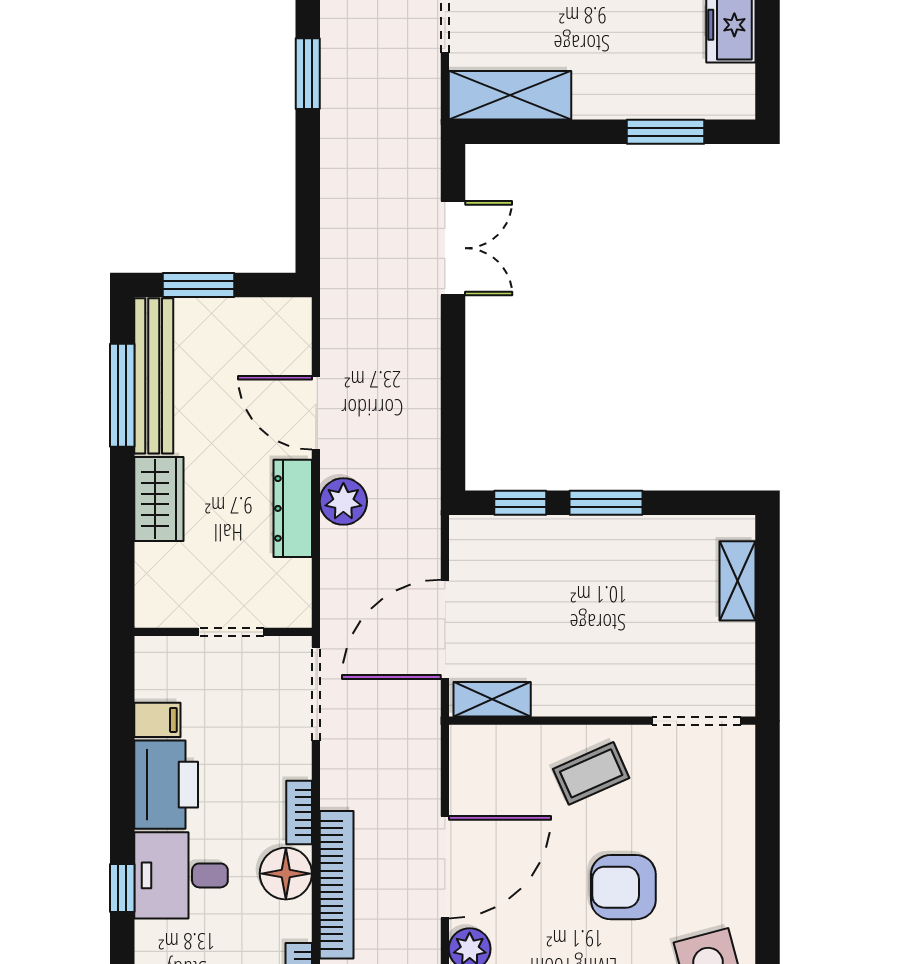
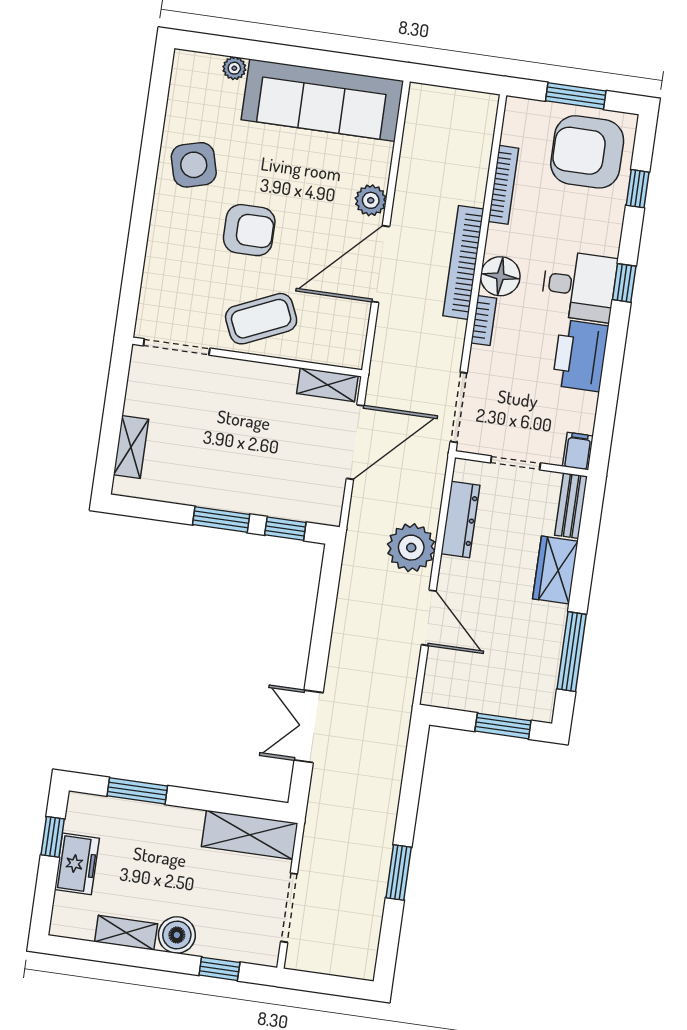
window: (768, 56) -> (53, 837), added
bench: (154, 376) -> (571, 506), moved, width x0.54, depth x0.82
plant: (343, 501) -> (411, 548), width x1.36, depth x1.36
dresser: (293, 508) -> (460, 520), moved
filing cabinet: (157, 720) -> (578, 451), moved, turned 90
coffee table: (591, 773) -> (261, 319), width x1.36, depth x1.30

